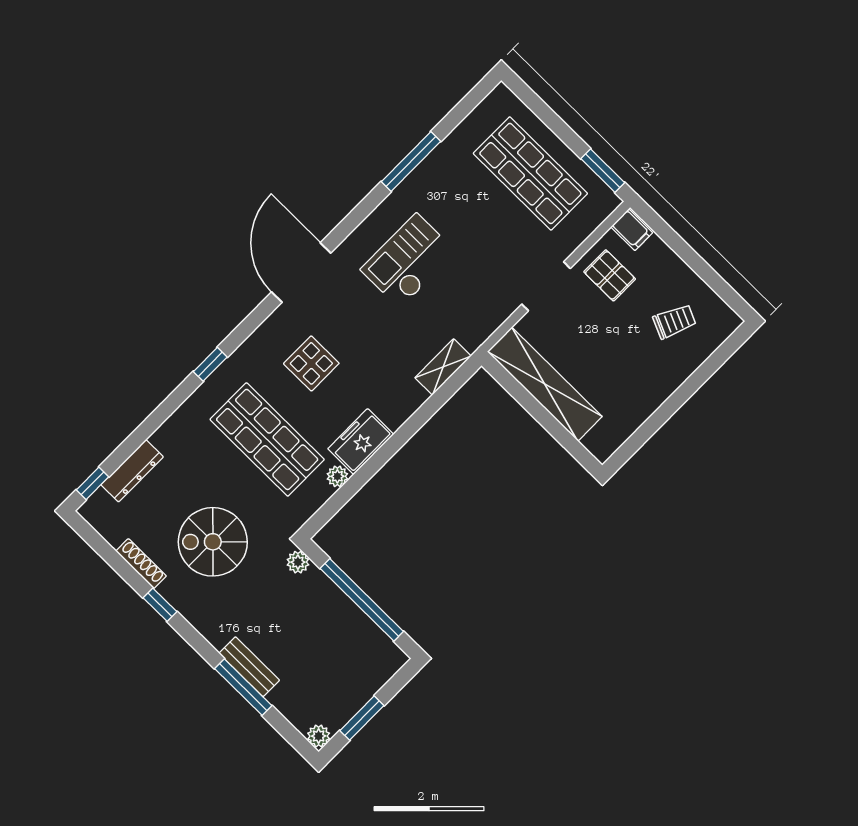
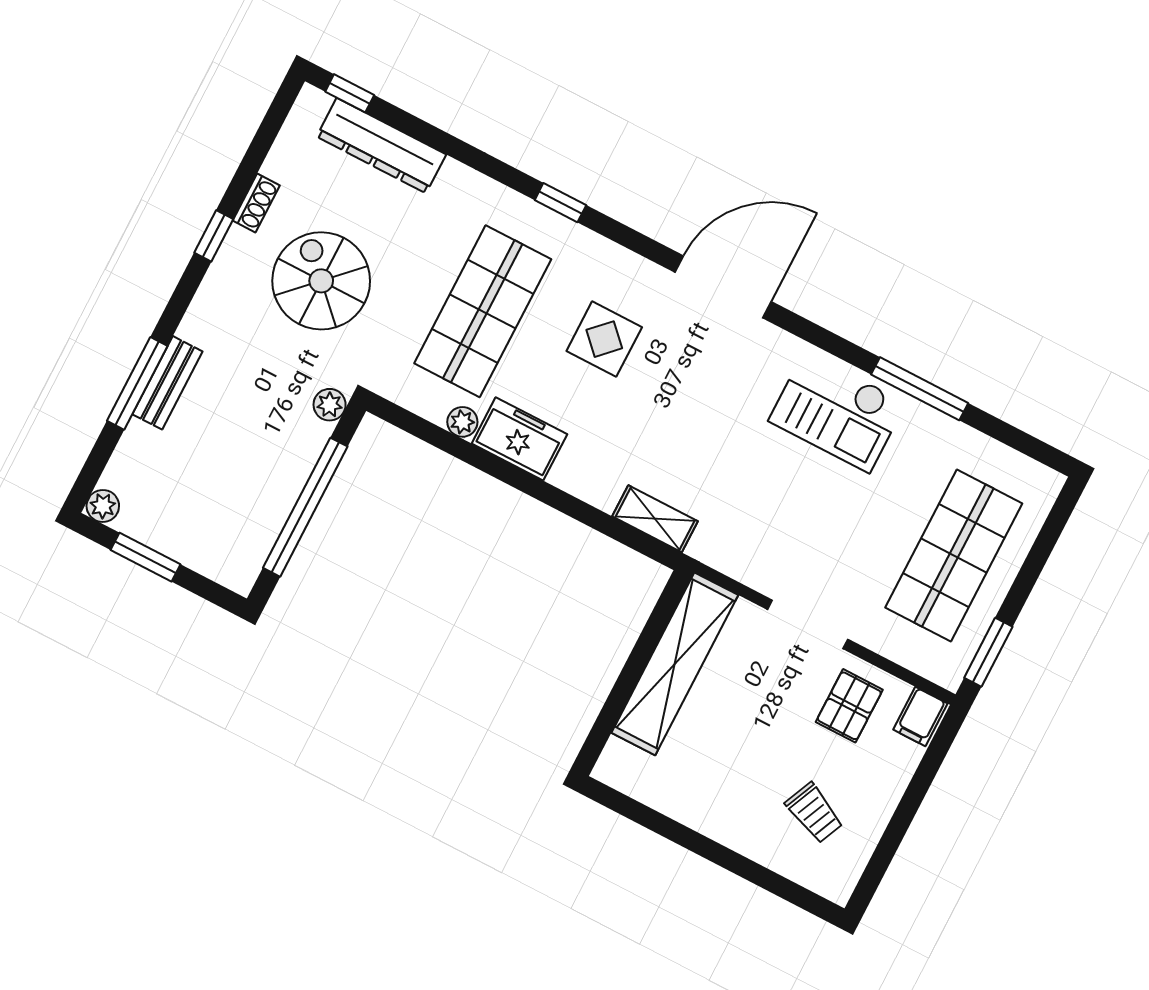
checkout: (408, 261) -> (837, 412), moved, turned 180
dresser: (132, 471) -> (381, 146), width x1.37, depth x1.24
shoe rack: (141, 564) -> (256, 203), width x0.70

